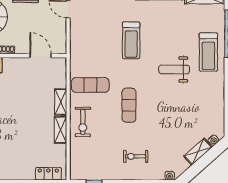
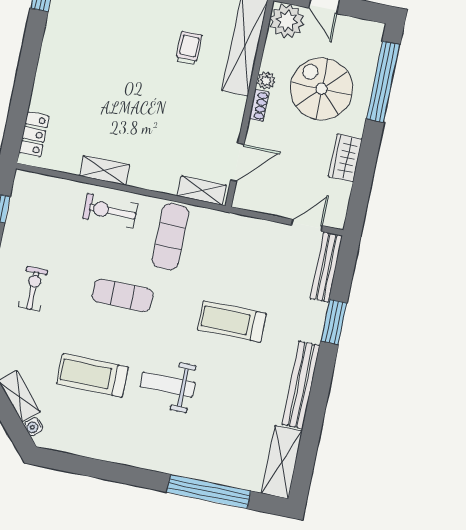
treadmill: (208, 52) -> (92, 375), moved
weight bench: (174, 69) -> (167, 384), turned -90
shelving: (61, 102) -> (202, 191), moved

